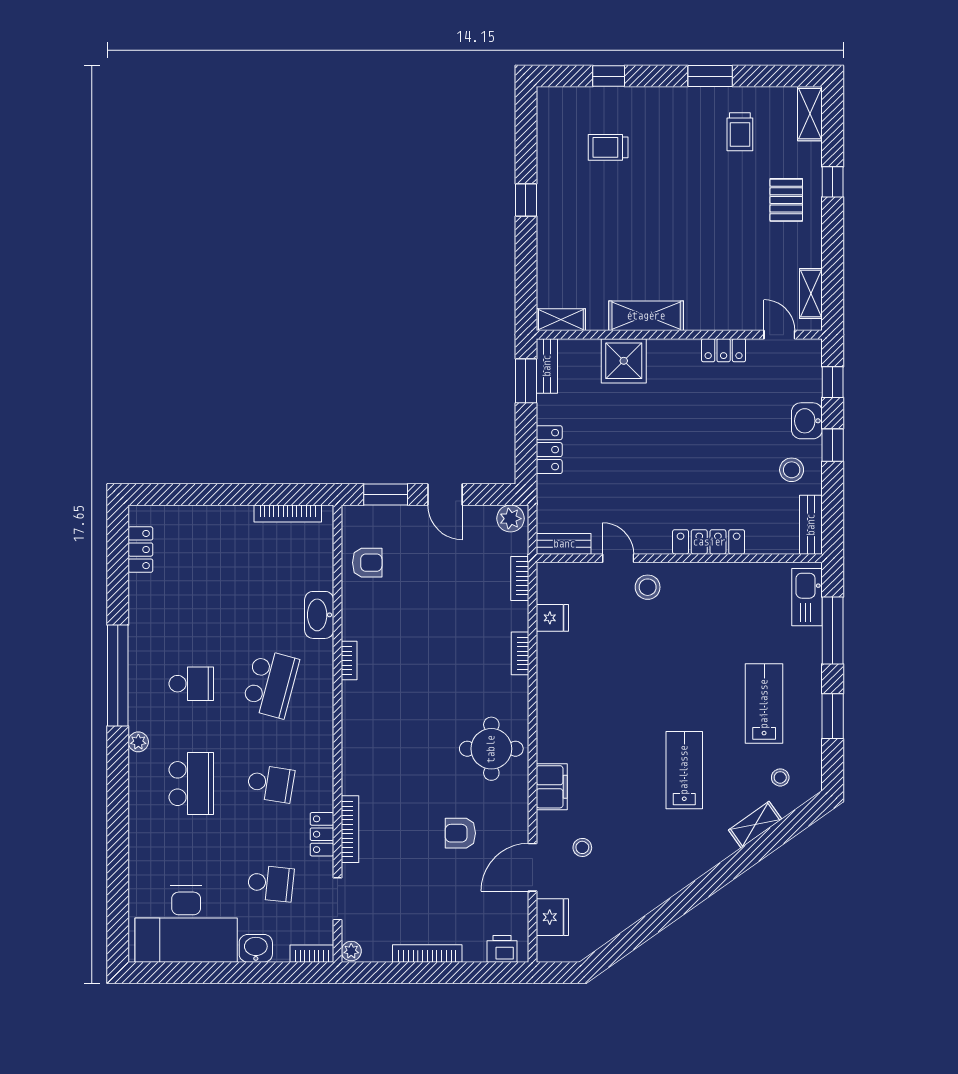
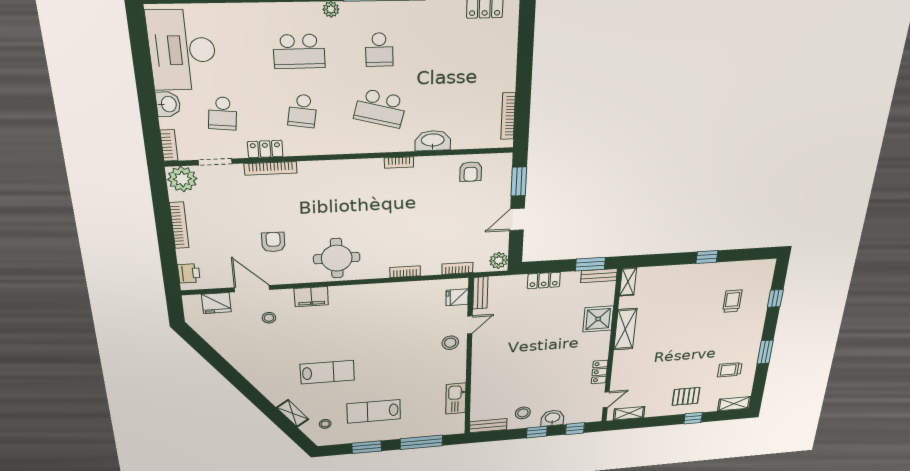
locker: (709, 542) -> (479, 374), removed
kitchen sink: (807, 597) -> (456, 399), moved, turned -90
fridge: (552, 618) -> (457, 297), moved, turned 90
lab bench: (764, 704) -> (374, 411), turned 180
plant: (351, 951) -> (182, 179), width x1.87, depth x1.87

